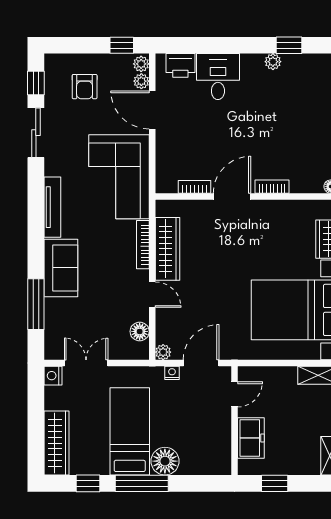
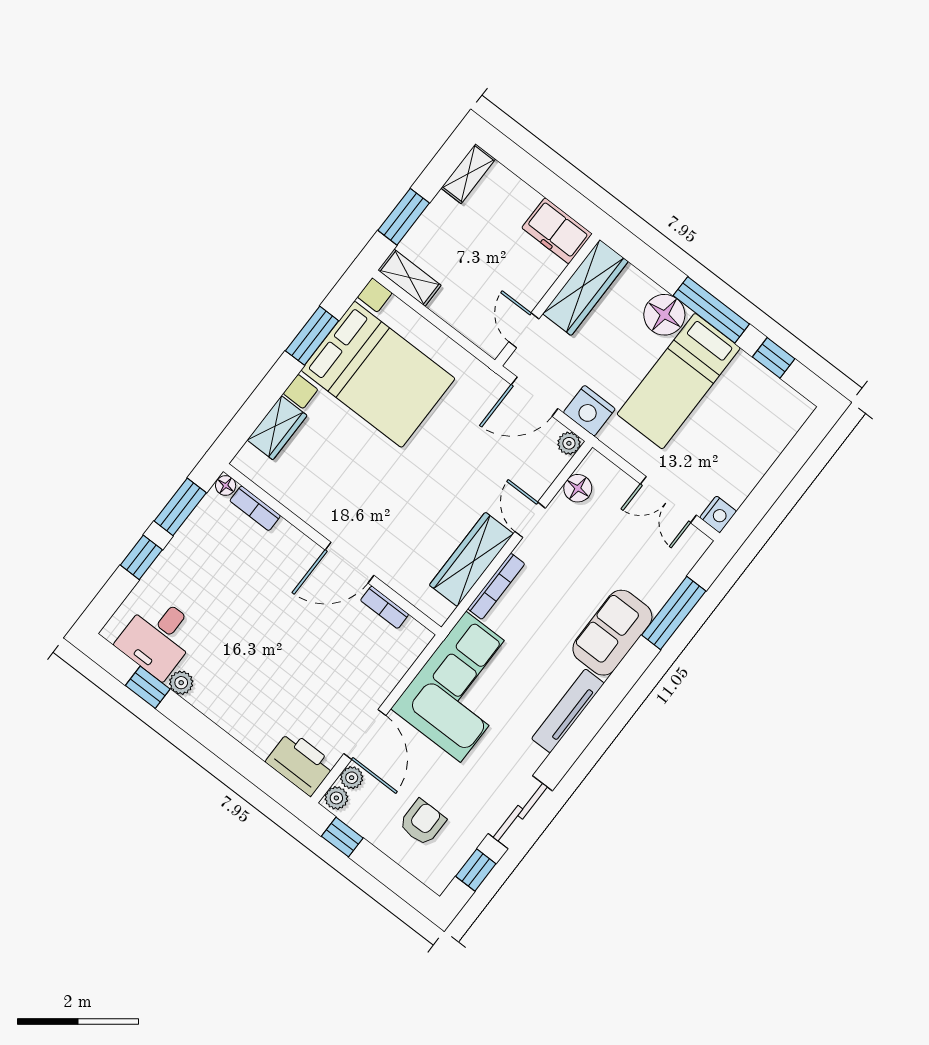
printer: (180, 65) -> (300, 763), width x1.37, depth x1.19
desk: (218, 77) -> (158, 637), moved
bookcase: (272, 187) -> (255, 508), moved
nightstand: (172, 373) -> (589, 411), width x1.89, depth x1.79
door: (234, 394) -> (524, 330), hinge flipped
freezer: (251, 438) -> (557, 231), moved, turned -90
wardrobe: (57, 443) -> (585, 288), moved, turned 180
window: (275, 483) -> (557, 191), removed

